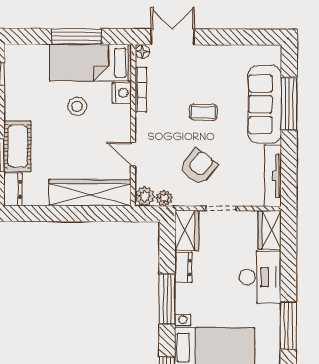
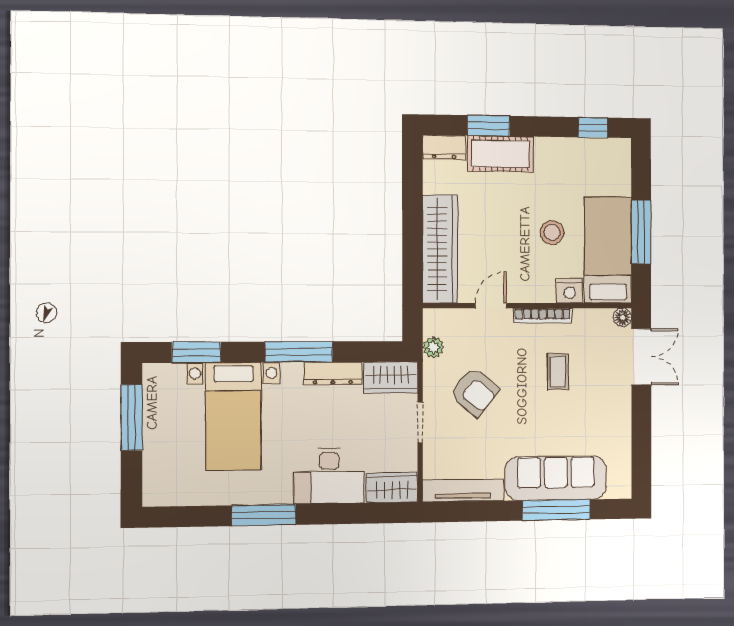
bookcase: (141, 90) -> (543, 316), moved
coffee table: (203, 112) -> (558, 371), moved
plant: (145, 196) -> (436, 321), removed
dresser: (183, 267) -> (333, 373), width x1.44

